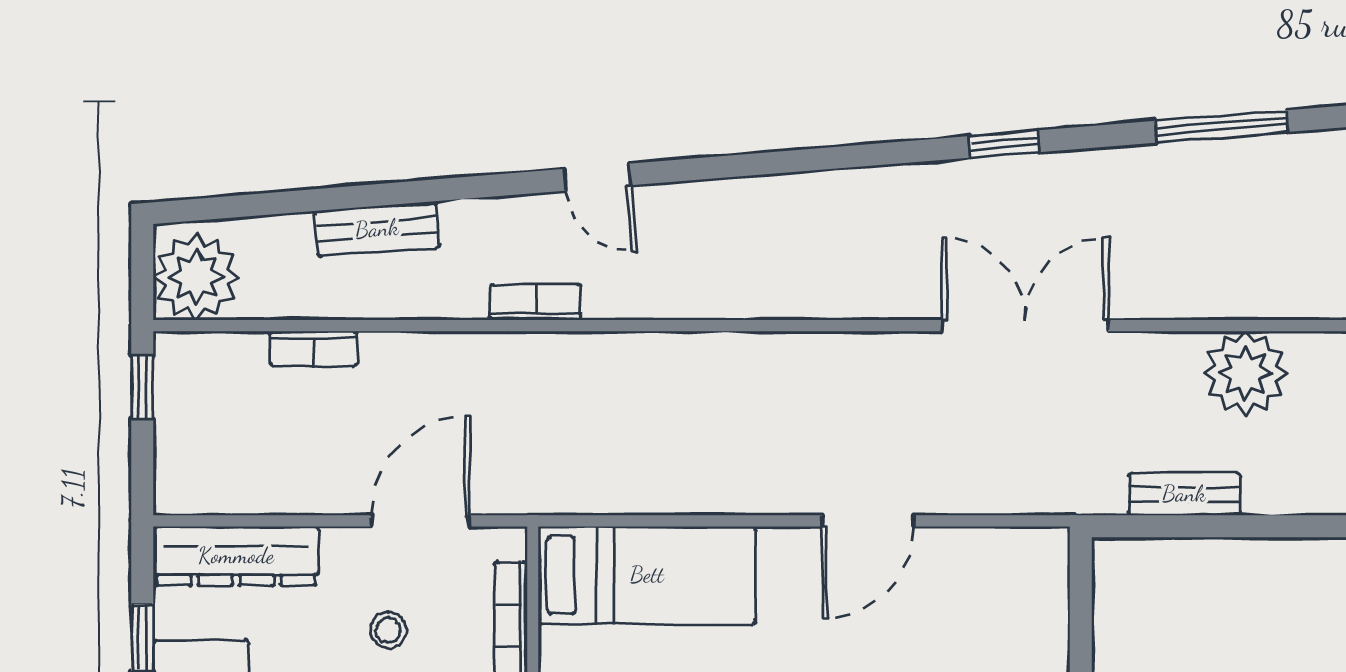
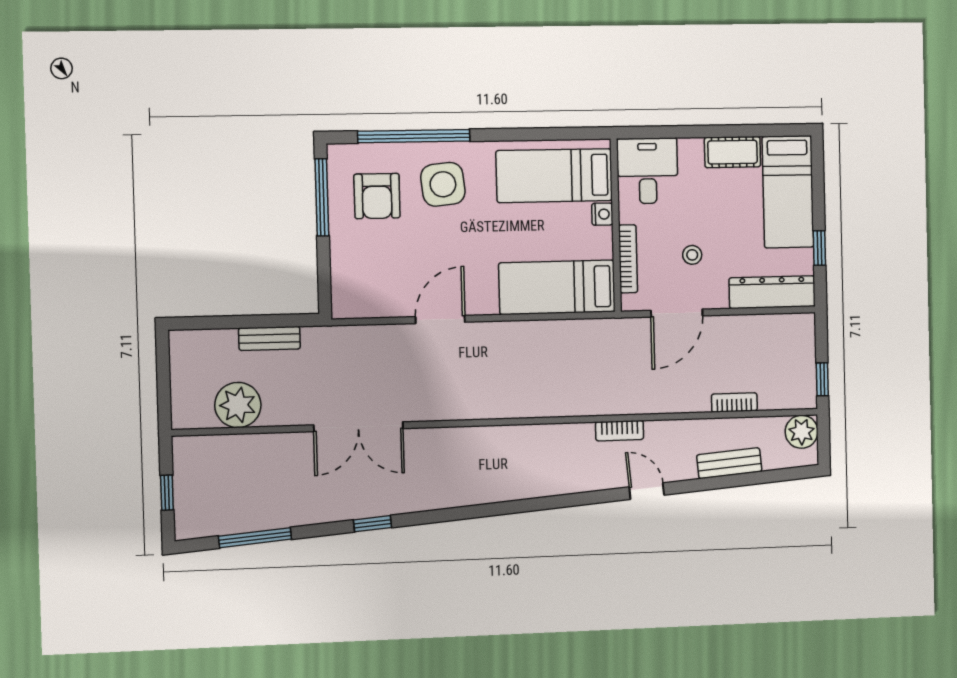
door: (598, 177) -> (647, 491), moved
bench: (377, 229) -> (729, 463), moved
plant: (196, 277) -> (802, 432), width x0.73, depth x0.73

